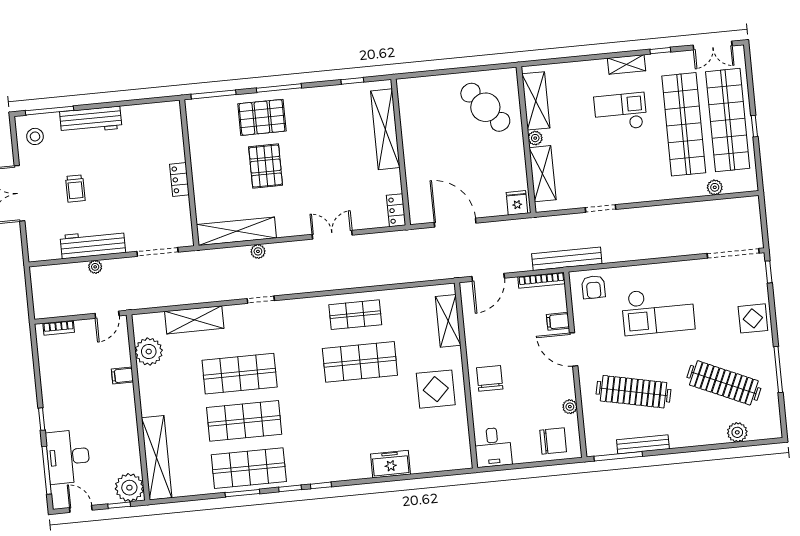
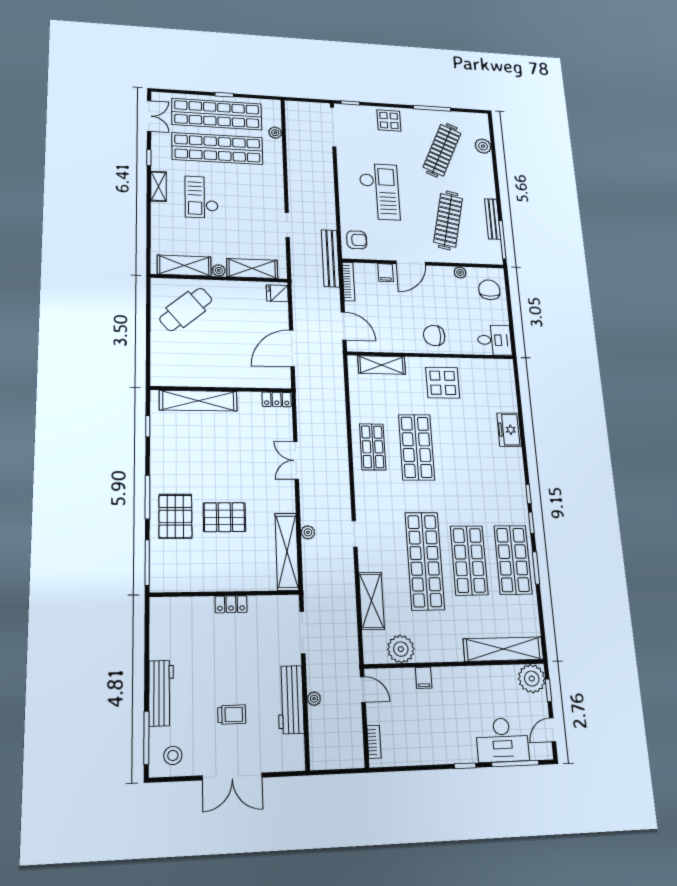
shop shelf: (240, 374) -> (425, 561), width x1.40

